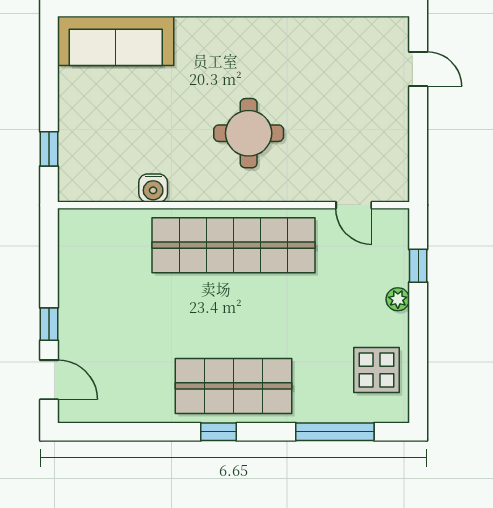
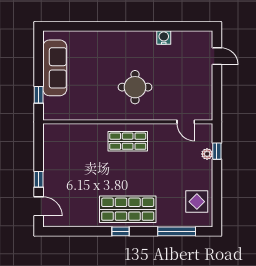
sofa: (116, 41) -> (55, 68), moved, turned -90
water cooler: (153, 188) -> (164, 37), moved, turned 180
shop shelf: (234, 245) -> (128, 141), width x0.50, depth x0.74
plant: (398, 299) -> (207, 154), moved

